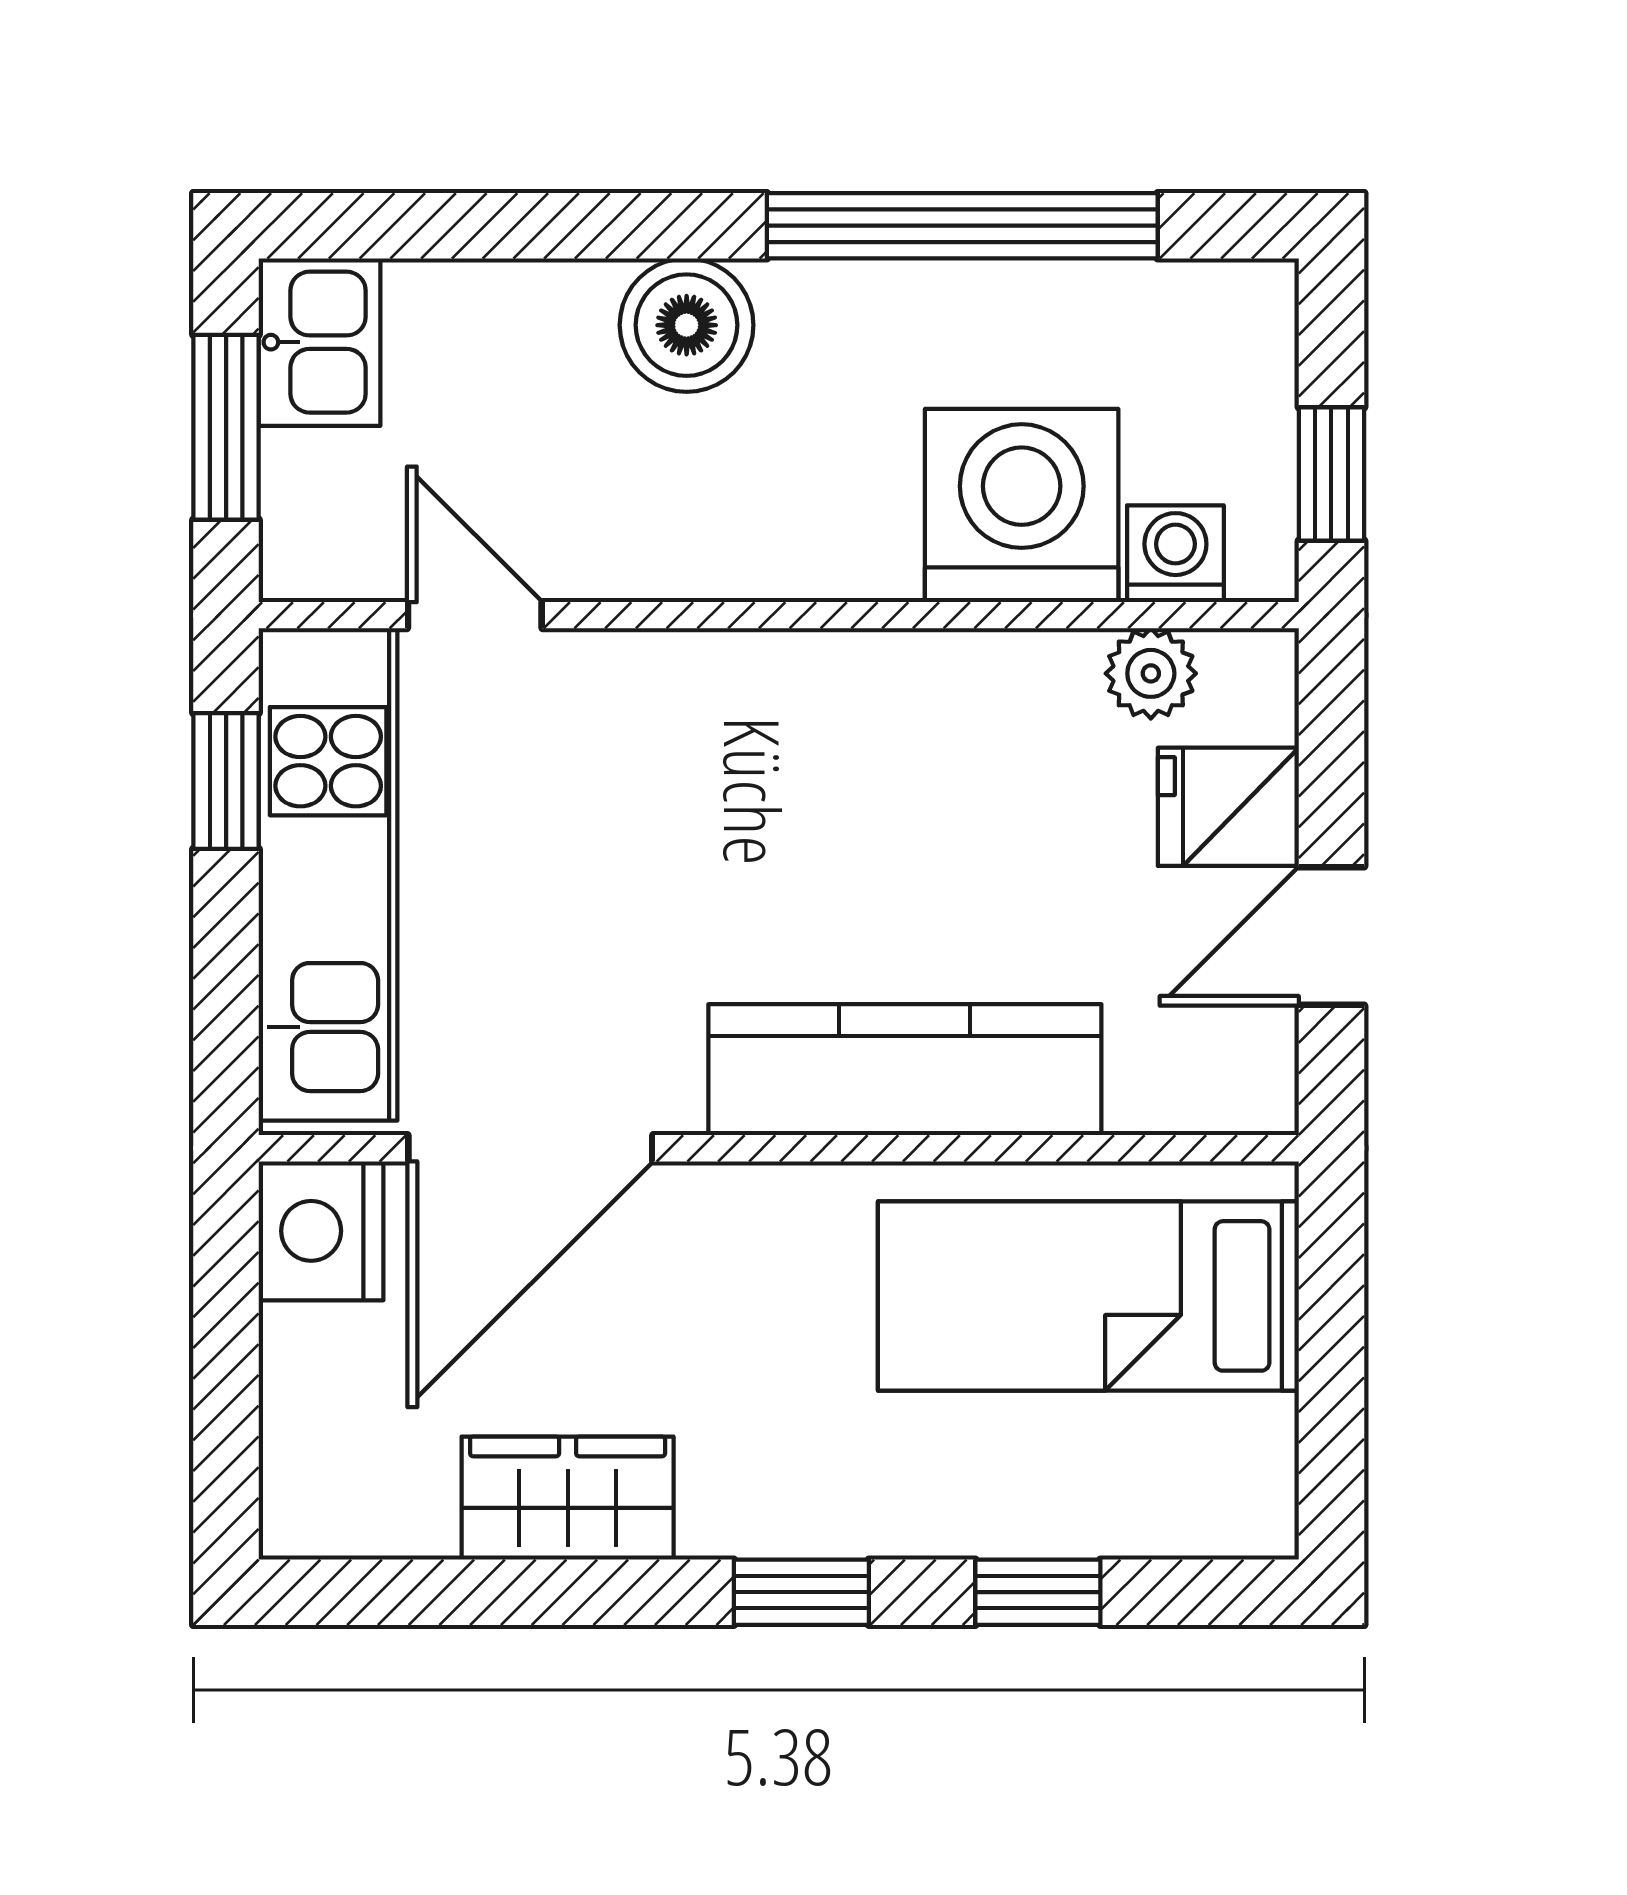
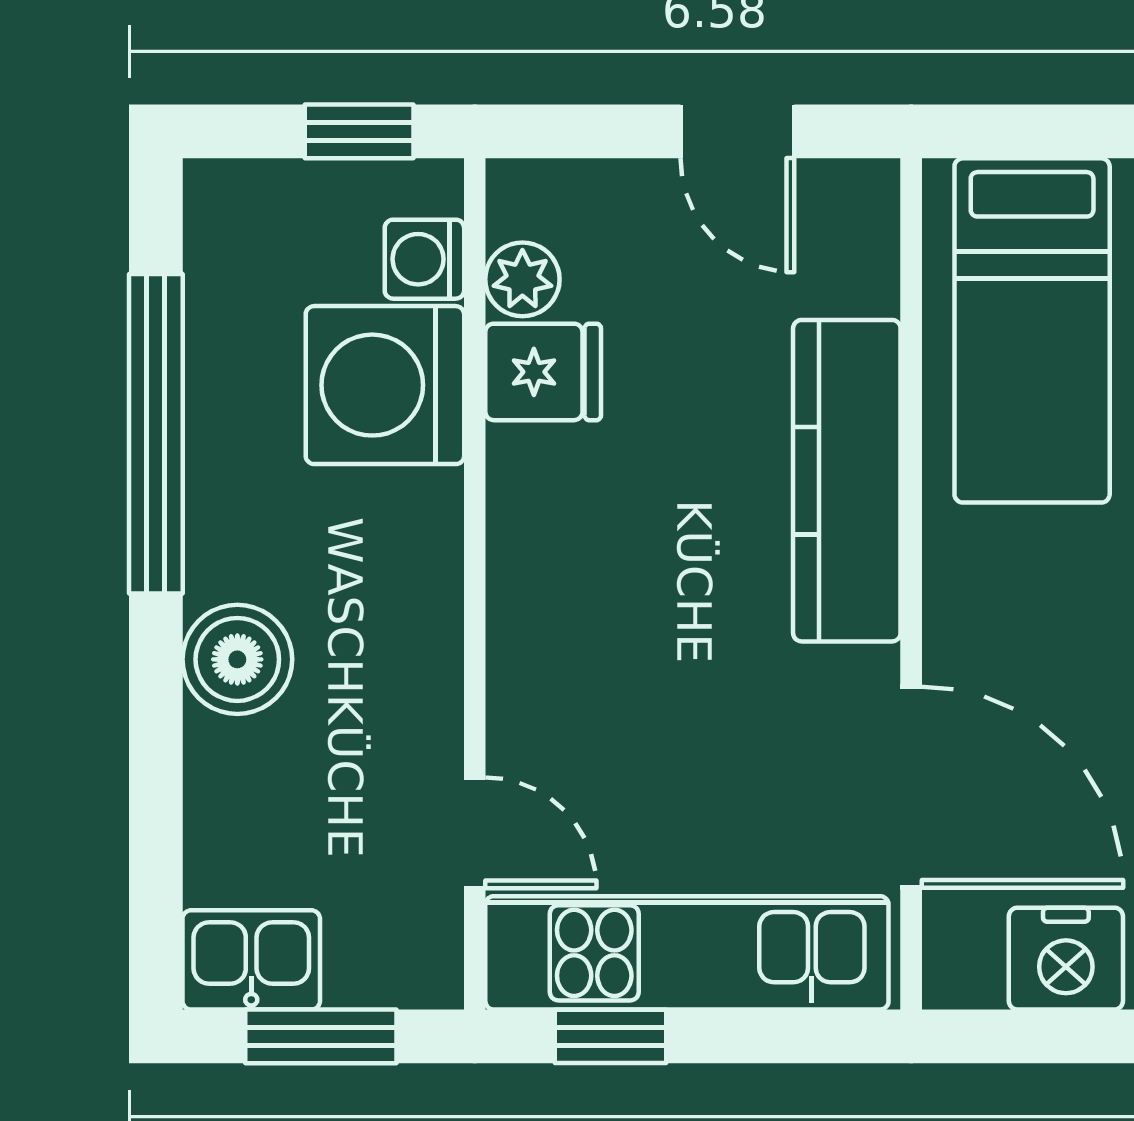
door: (475, 615) -> (475, 833), swing flipped
fridge: (1228, 807) -> (543, 372), moved, turned -90
nightstand: (321, 1231) -> (1066, 959), moved

